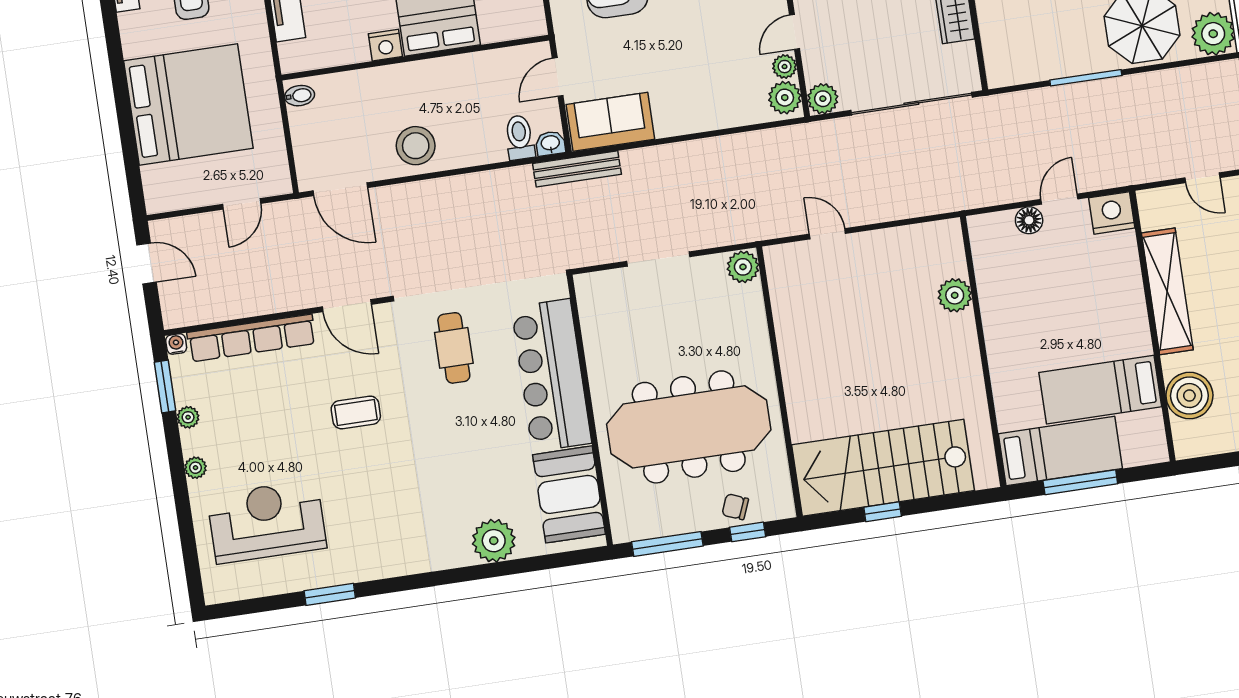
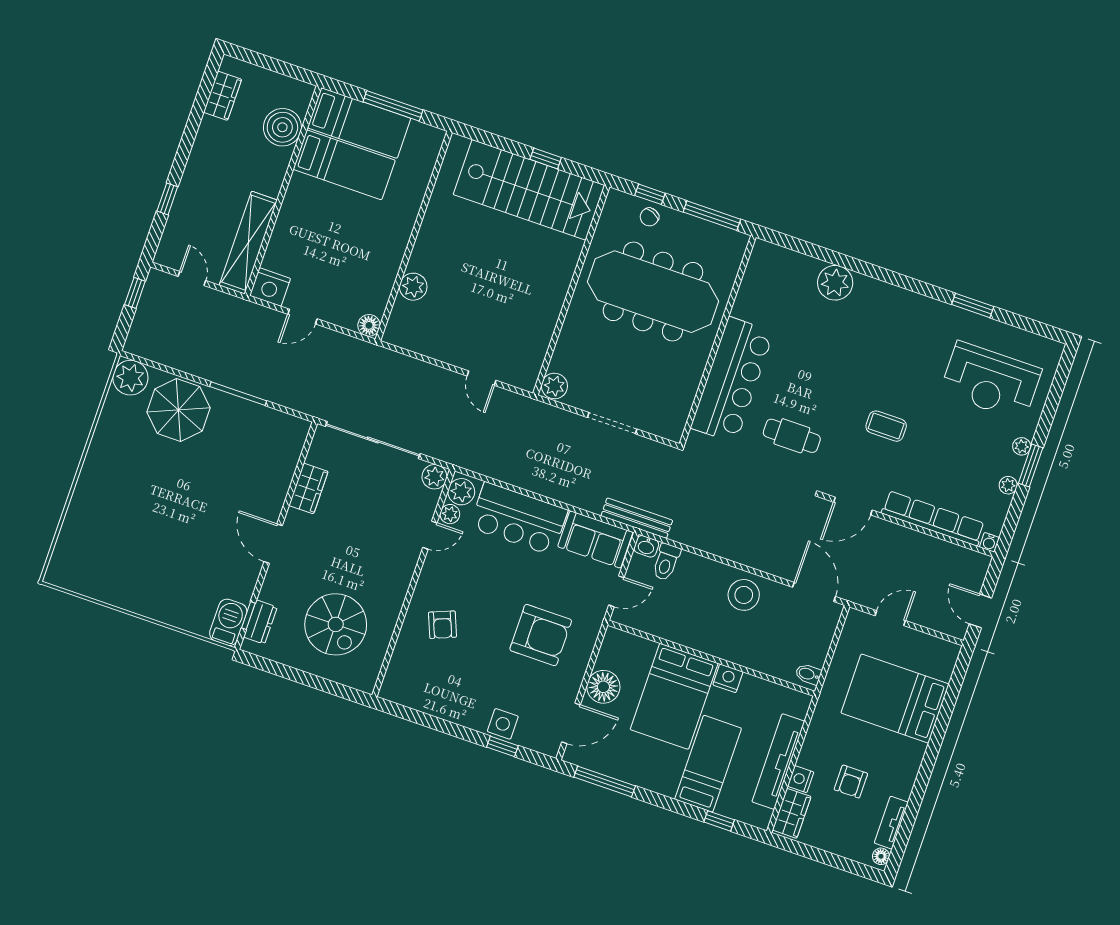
bar counter: (707, 101) -> (519, 519), added
bed: (188, 105) -> (895, 698), width x0.73
floor lamp: (1029, 220) -> (369, 325), moved
shelving: (1167, 291) -> (248, 243), moved
door: (347, 306) -> (853, 506), swing flipped
cafe table: (454, 348) -> (792, 436), turned 90
window: (165, 387) -> (1031, 465), moved
bed: (1060, 451) -> (359, 123), moved, turned 180
booth: (569, 494) -> (764, 288), removed
chair: (735, 507) -> (649, 217), turned 91

